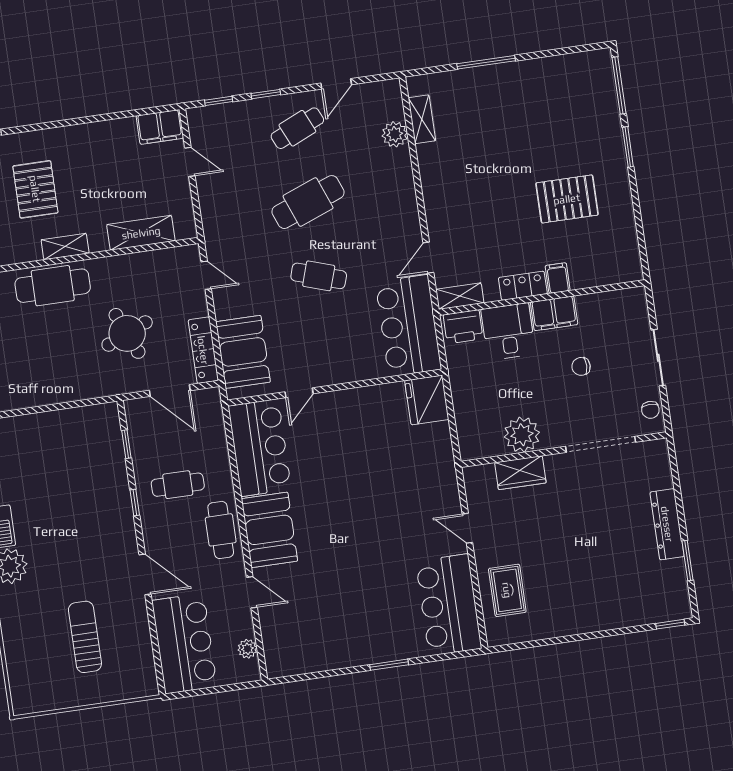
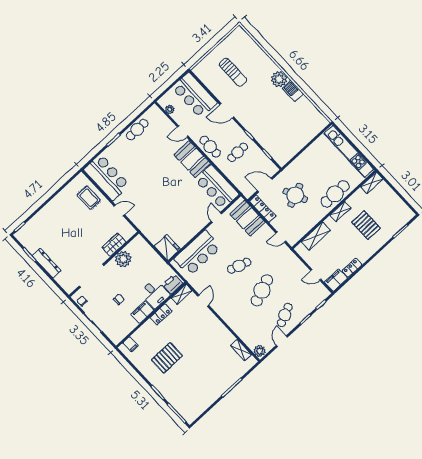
locker: (115, 129) -> (352, 268), added
plant: (395, 134) -> (260, 351), moved
filing cabinet: (558, 278) -> (131, 344), moved
bar counter: (408, 326) -> (197, 253), moved, turned 90
cafe table: (332, 654) -> (137, 130), added

